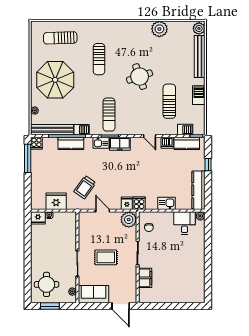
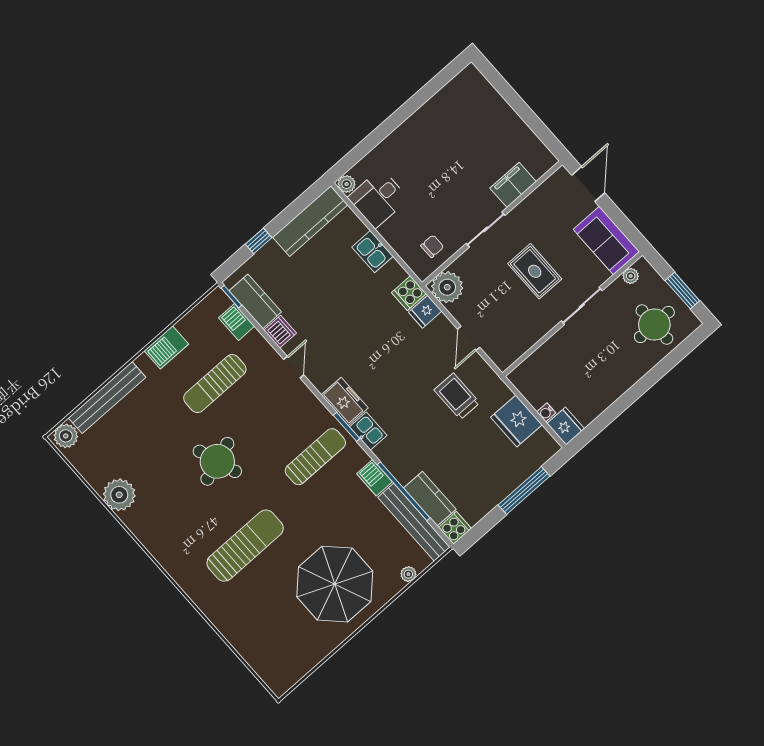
sun lounger: (60, 38) -> (265, 632), removed
sun lounger: (99, 59) -> (245, 546), width x1.36, depth x1.34
kitchen counter: (71, 143) -> (430, 499), moved
window: (28, 158) -> (524, 490), moved
trolley: (85, 187) -> (457, 396), turned -125

